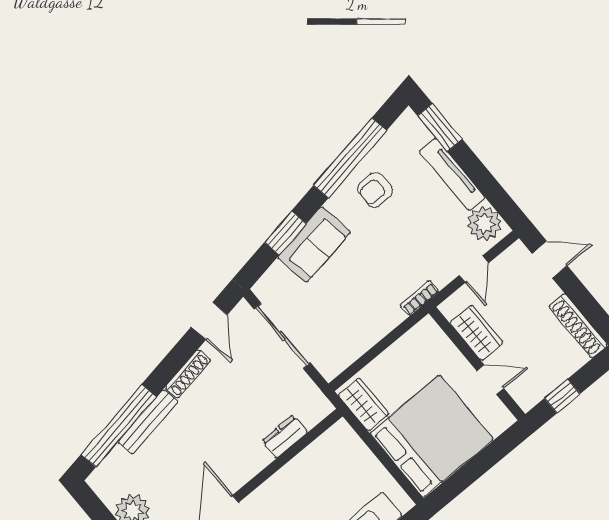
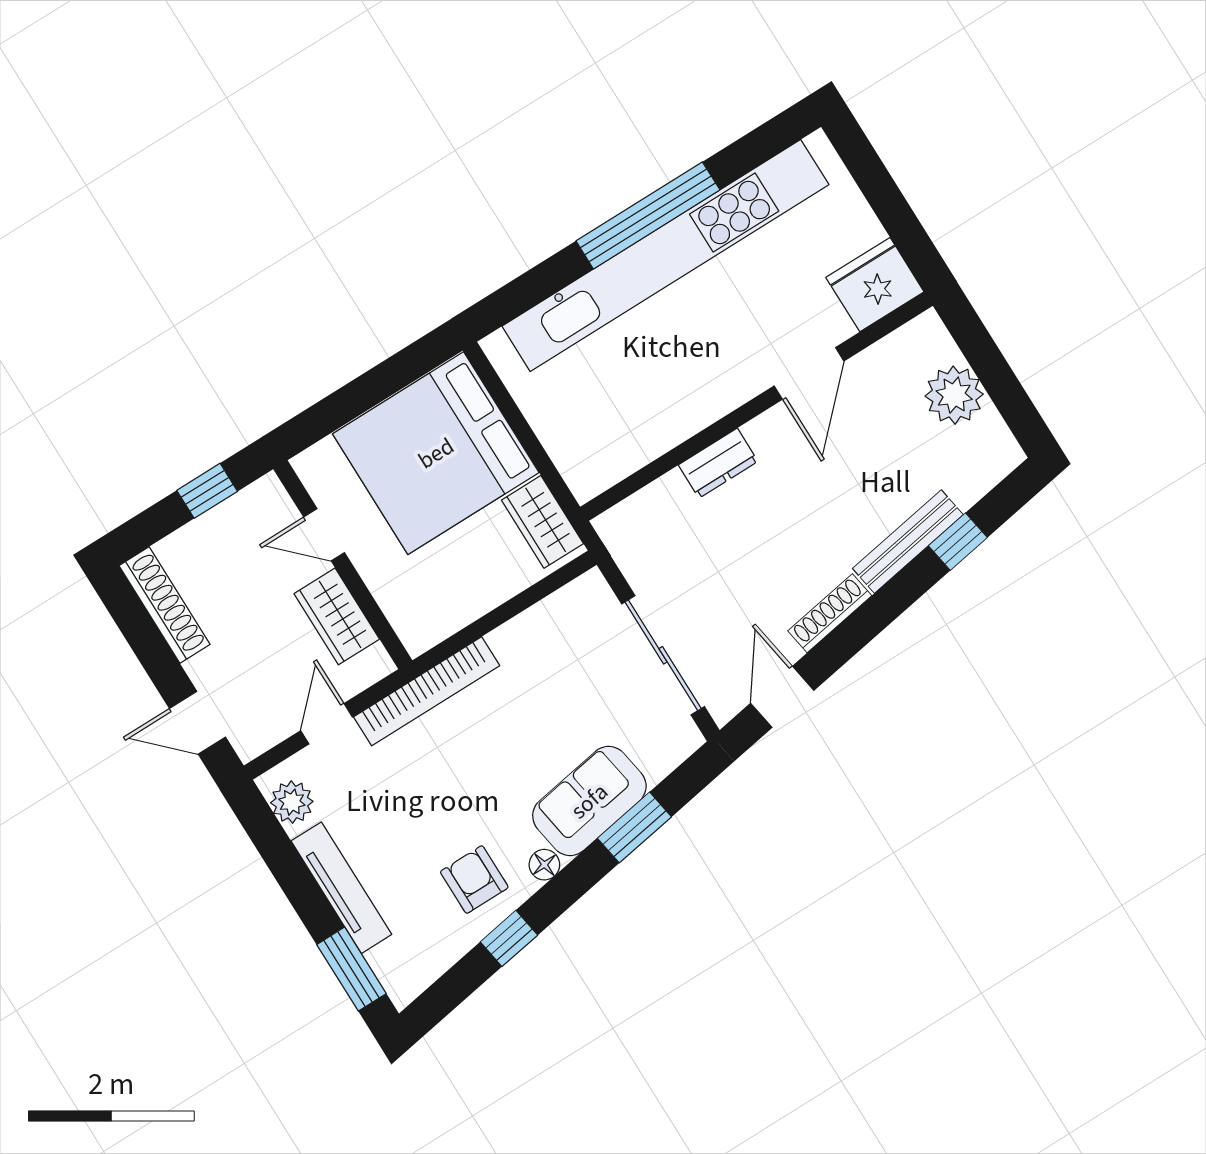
window: (350, 158) -> (509, 938), width x0.32
armchair: (375, 190) -> (474, 880), turned -90
floor lamp: (335, 204) -> (544, 865), added
plant: (484, 223) -> (292, 802), width x0.73, depth x0.73
bookcase: (419, 298) -> (427, 691), width x2.31, depth x1.31
window: (119, 426) -> (958, 542), width x0.32
dresser: (285, 437) -> (718, 463), moved

